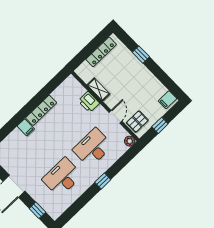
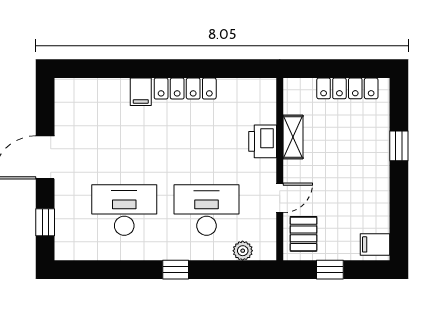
pallet: (137, 122) -> (304, 234), turned 90
plant: (130, 141) -> (243, 251), moved

